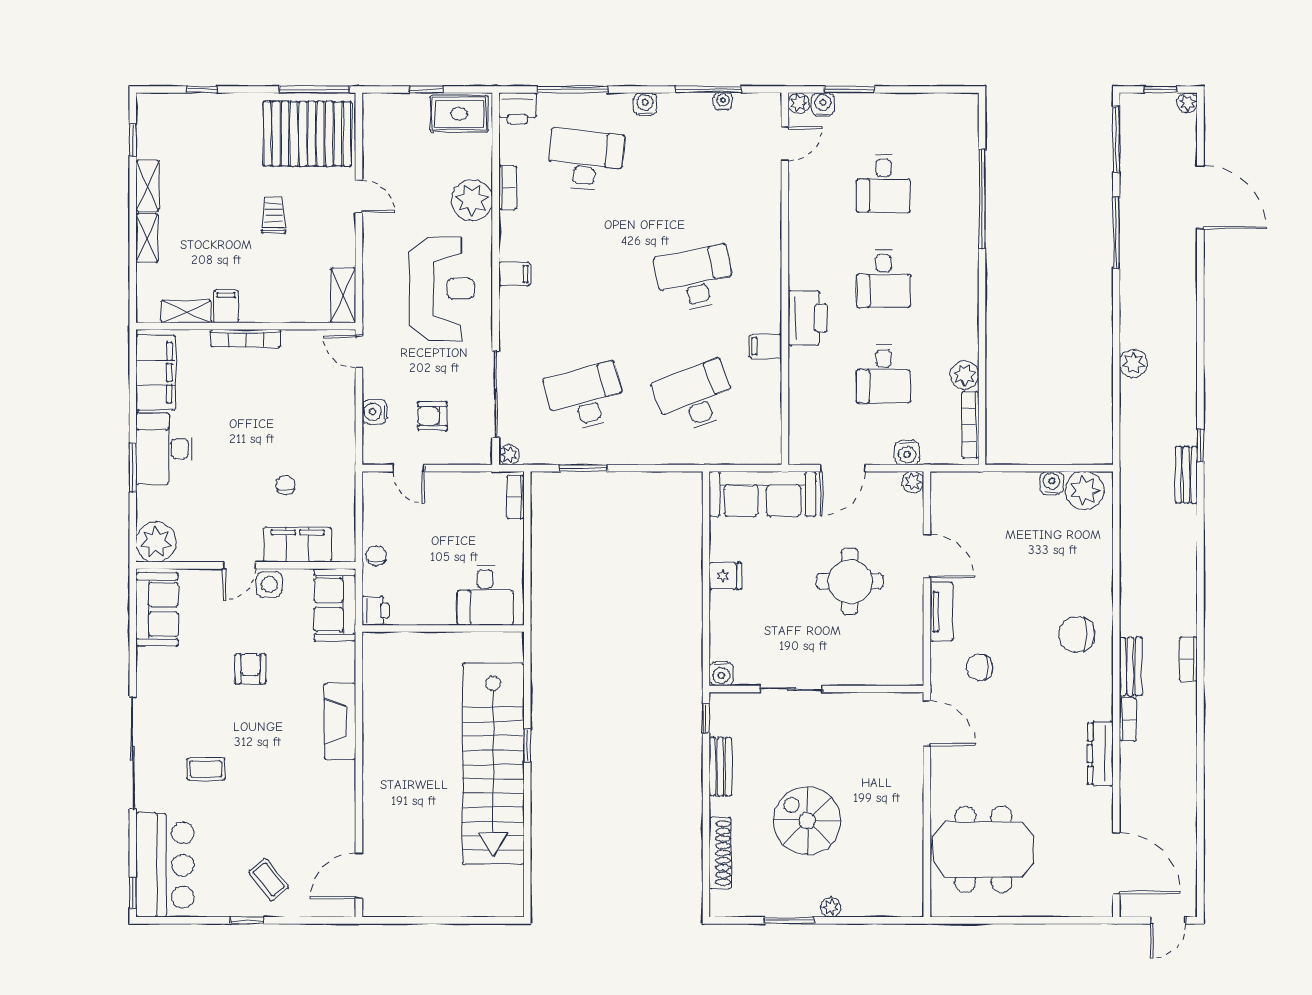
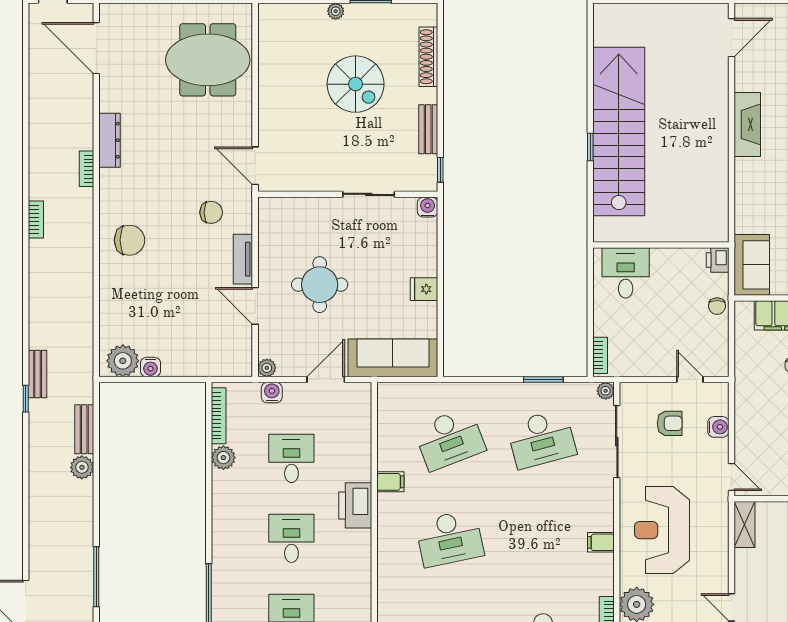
bench: (1131, 667) -> (84, 429), moved
fireplace: (340, 721) -> (747, 124), moved

